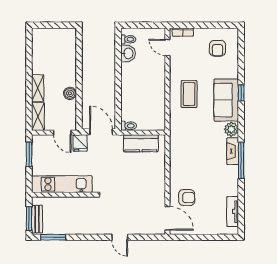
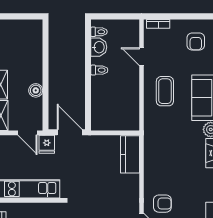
door: (167, 47) -> (142, 57), moved
toilet: (129, 126) -> (99, 70), moved
kitchen counter: (141, 143) -> (130, 154), moved, turned 90

